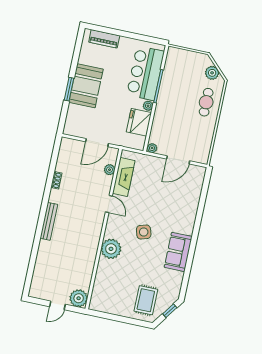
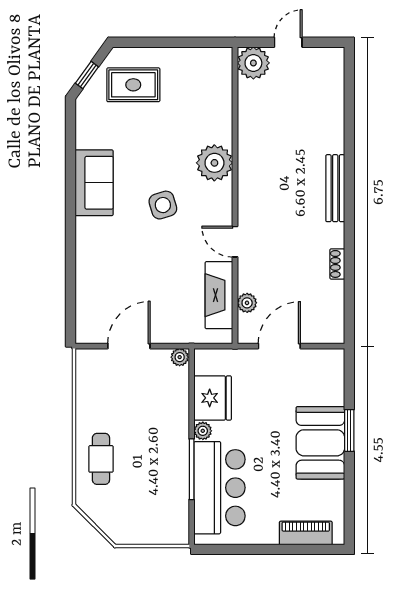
plant: (212, 73) -> (102, 513), removed
rug: (146, 300) -> (133, 85), turned 90

